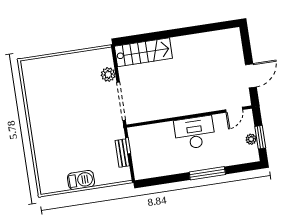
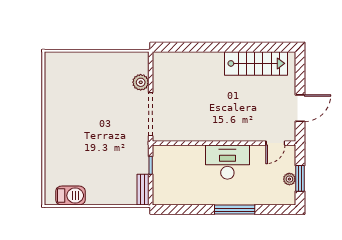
stairs: (143, 52) -> (256, 63), moved
bench: (122, 153) -> (143, 190), moved
barbecue: (81, 180) -> (70, 196), moved

